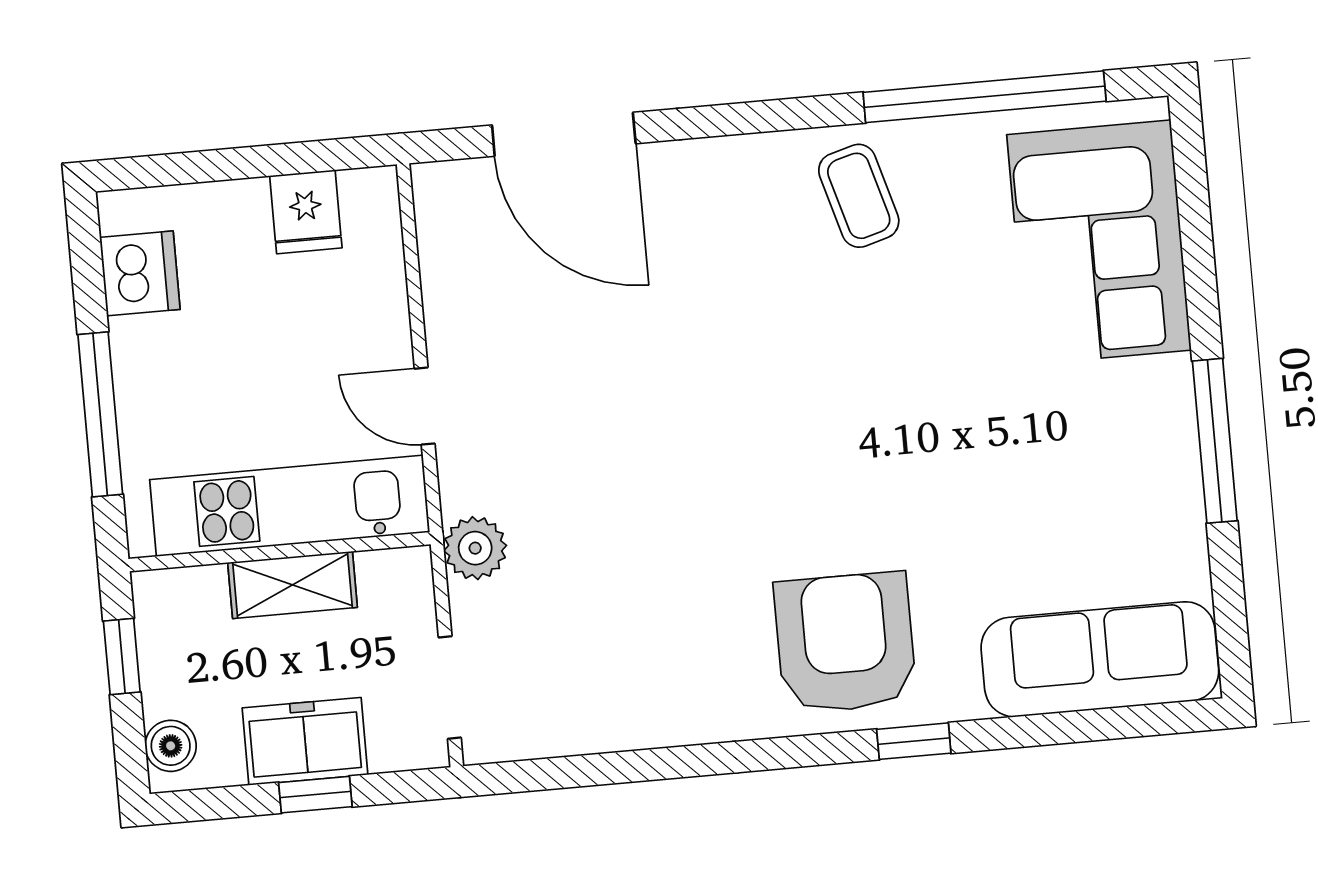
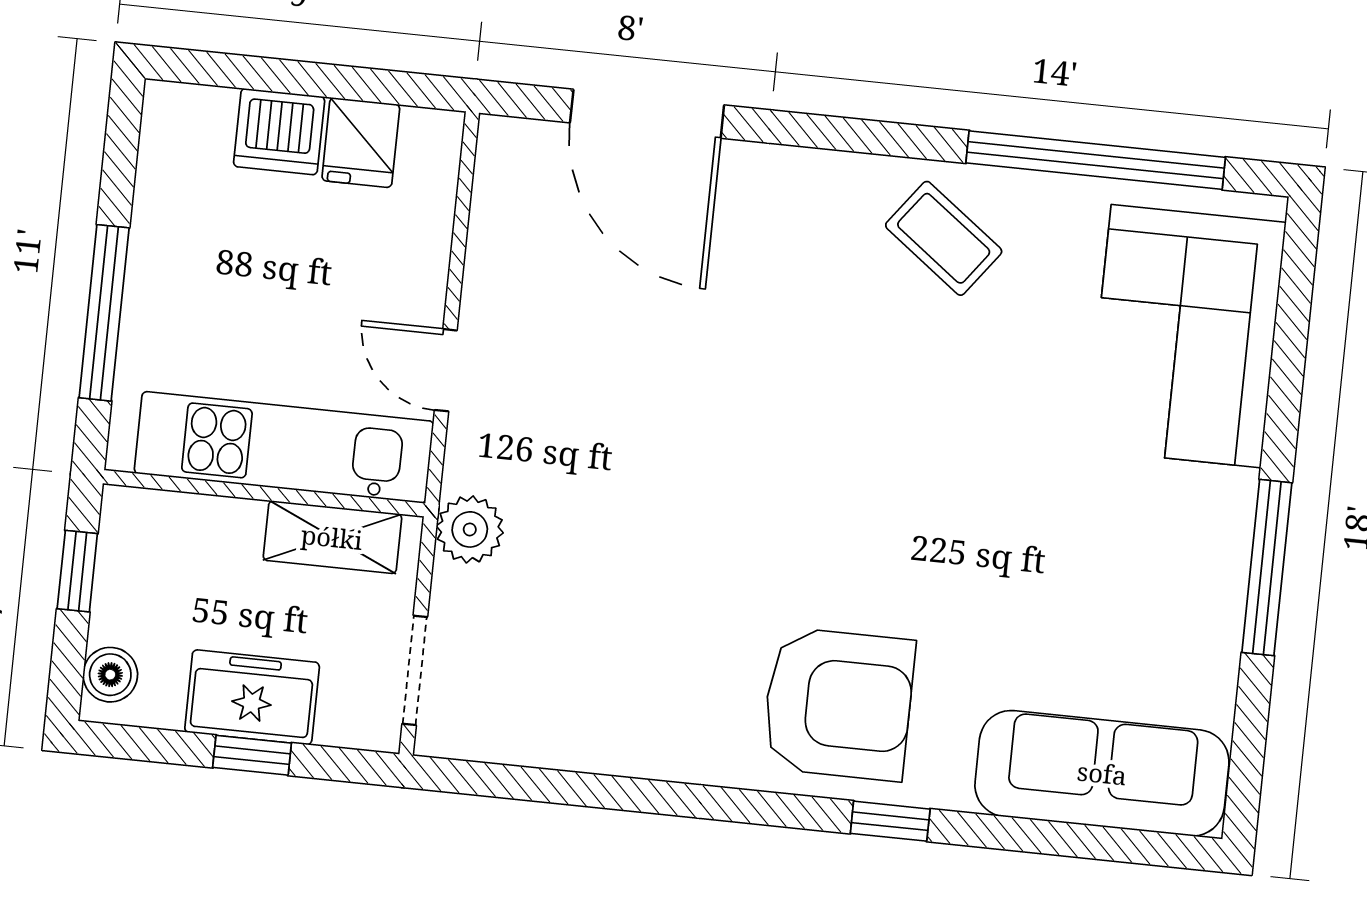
coffee table: (859, 196) -> (944, 238), turned -37
dishwasher: (140, 273) -> (279, 132), moved, turned 90
shelving: (292, 585) -> (332, 537), moved
armchair: (845, 643) -> (838, 704), turned 90

